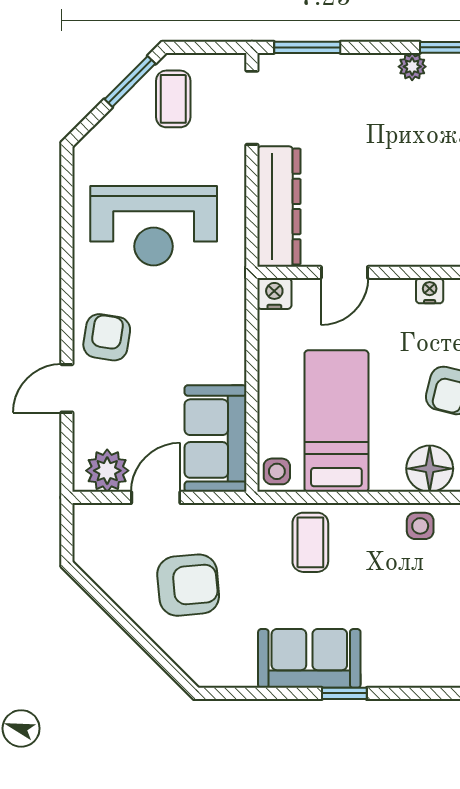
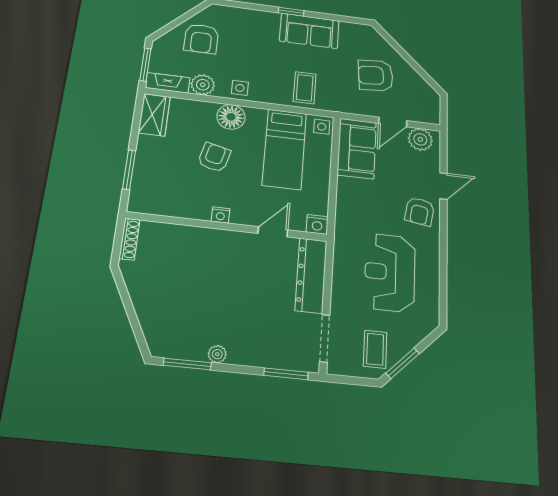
reception desk: (154, 226) -> (390, 272), turned -90

